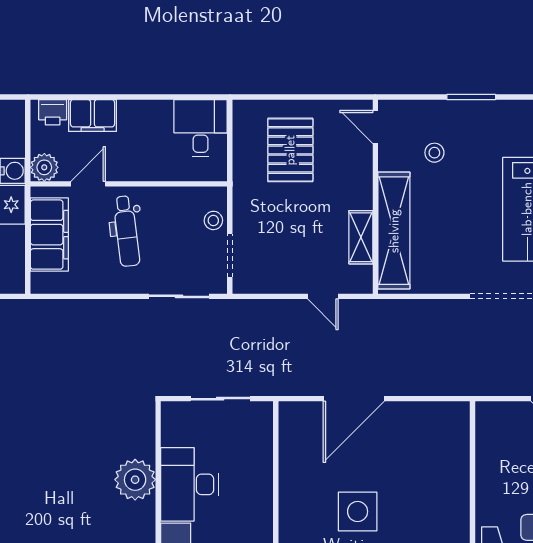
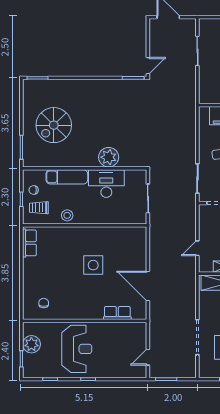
door: (354, 399) -> (148, 286), moved
row of seats: (456, 462) -> (117, 313), added

